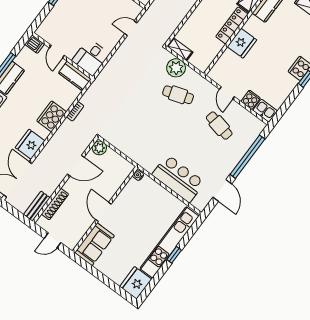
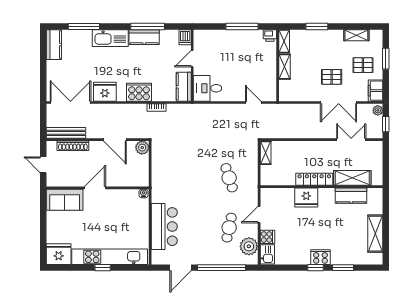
plant: (176, 68) -> (249, 246), moved
bench: (37, 206) -> (66, 133), width x1.36

